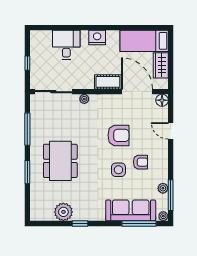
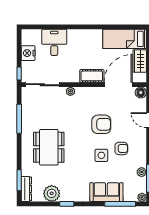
nightstand: (97, 38) -> (28, 53), moved, turned -90
window: (27, 63) -> (19, 73), moved
door: (137, 92) -> (118, 85), hinge flipped
window: (27, 172) -> (19, 180), moved
dresser: (35, 207) -> (26, 189), added
sofa: (131, 210) -> (106, 192), width x0.73

